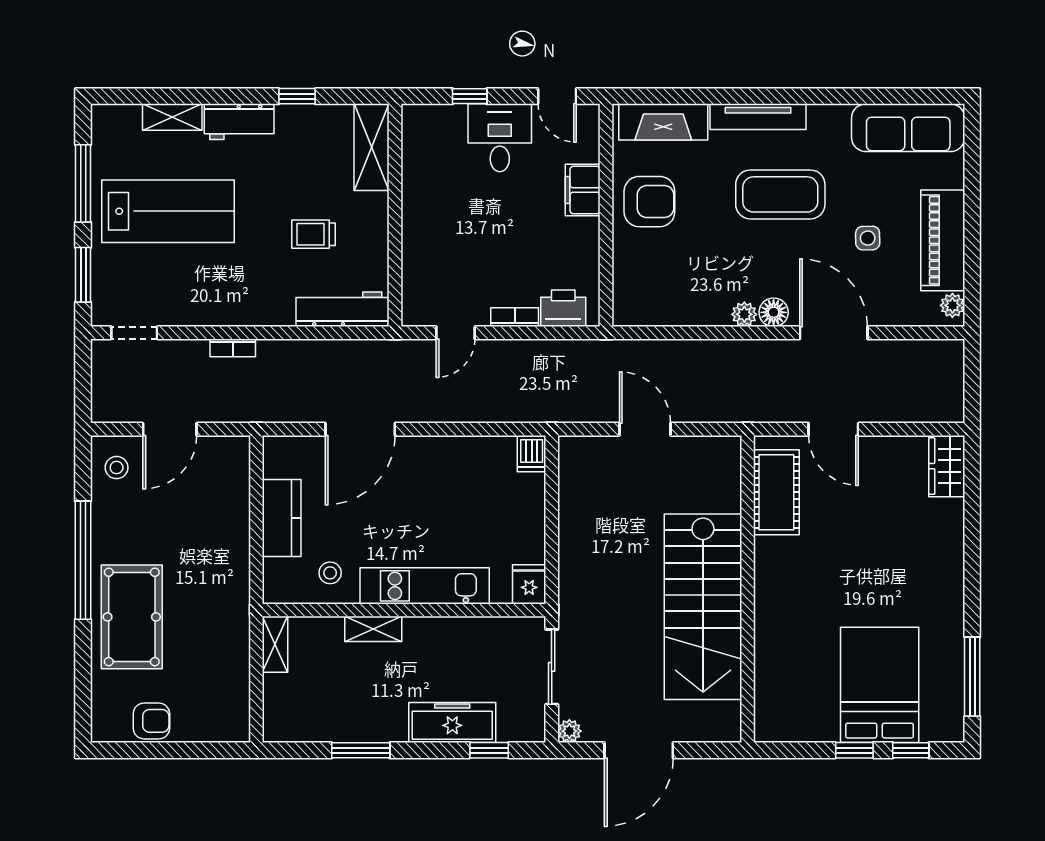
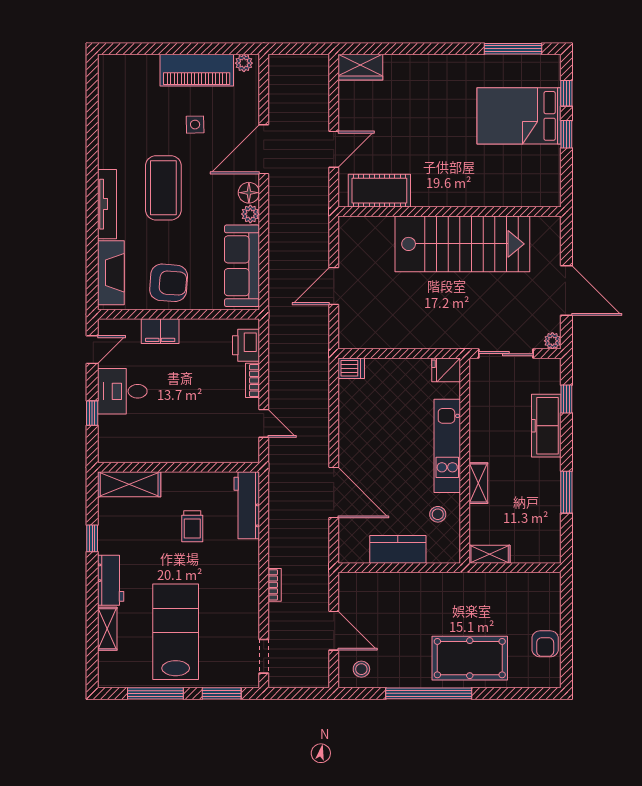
sofa: (908, 128) -> (242, 266), moved, turned 180
armchair: (649, 202) -> (169, 283), turned 94
armchair: (151, 721) -> (545, 644), turned 180

